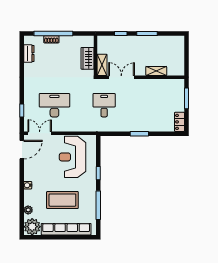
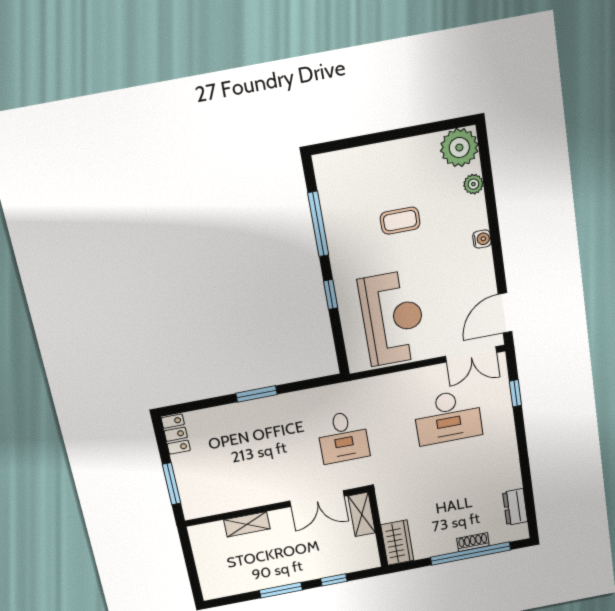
wardrobe: (87, 58) -> (397, 543), moved
coffee table: (62, 200) -> (400, 221), width x0.54, depth x0.58
row of seats: (66, 229) -> (381, 156), removed

